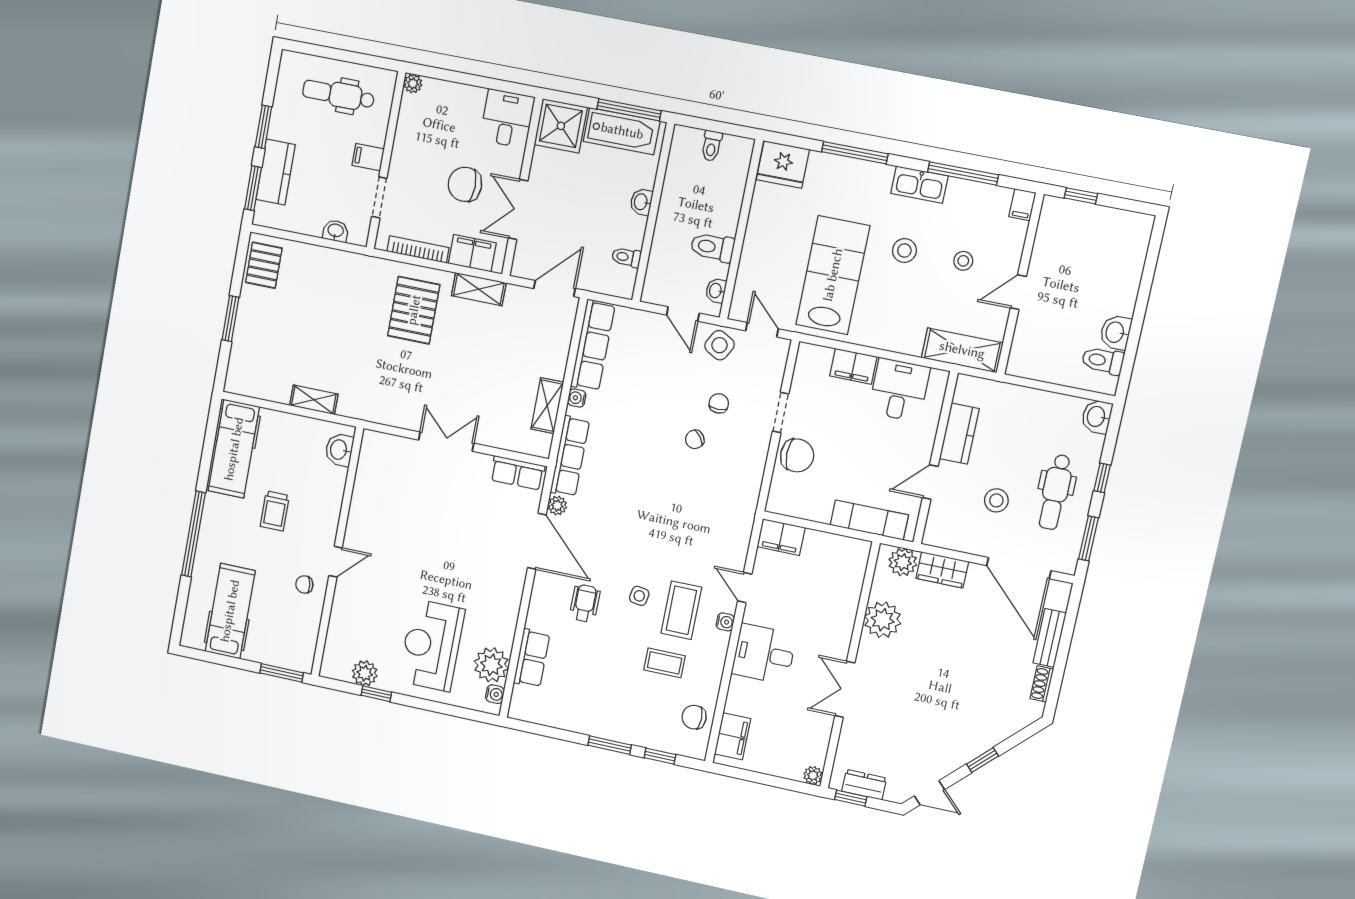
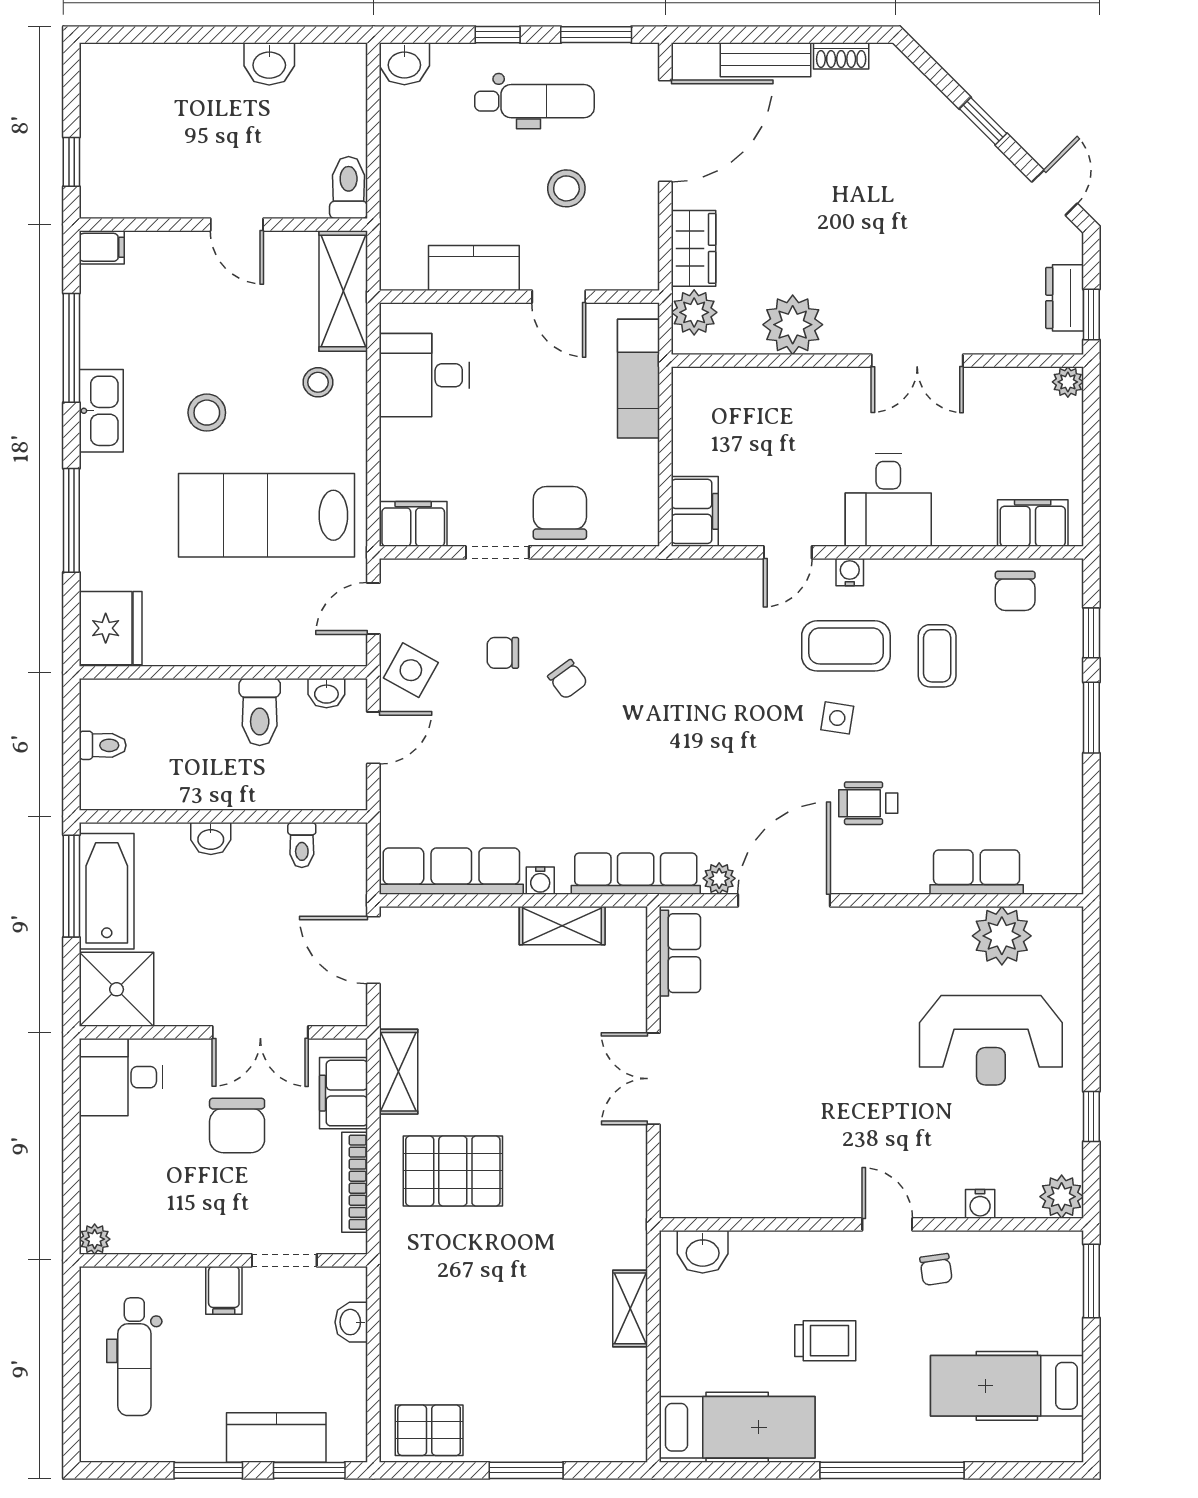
stool: (963, 261) -> (318, 382), moved
toilet: (1103, 361) -> (349, 187), moved, turned 180
filing cabinet: (853, 366) -> (413, 524), moved, turned -90
plant: (365, 673) -> (1062, 1197), moved
water cooler: (495, 694) -> (980, 1204), moved, turned 180

